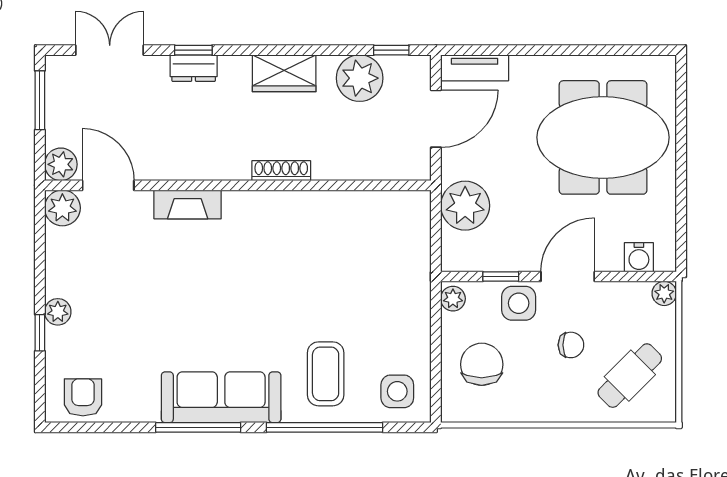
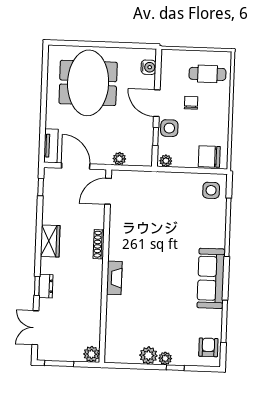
plant: (360, 78) -> (54, 203), removed
door: (108, 185) -> (108, 191), moved
fireplace: (188, 204) -> (114, 278), moved
plant: (465, 206) -> (119, 159), width x0.53, depth x0.53
plant: (62, 208) -> (148, 355), moved
plant: (664, 293) -> (167, 55), removed
chair: (482, 364) -> (209, 157), moved
coffee table: (326, 374) -> (201, 226), removed
cafe table: (630, 376) -> (207, 74), turned -45
armchair: (83, 397) -> (208, 347), turned 90
window: (198, 427) -> (224, 321), moved

